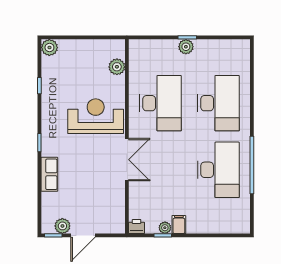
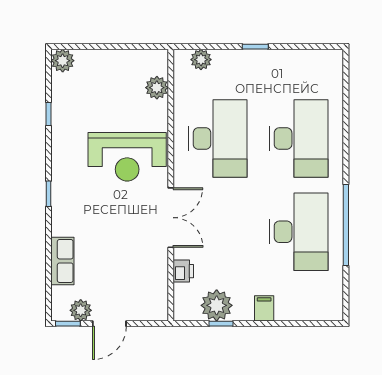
plant: (186, 47) -> (201, 60), moved
reception desk: (96, 116) -> (127, 157), turned 180
row of seats: (49, 174) -> (62, 261), moved
filing cabinet: (179, 225) -> (264, 308), moved
printer: (137, 226) -> (183, 271), moved, turned 90
plant: (165, 228) -> (217, 305), width x1.87, depth x1.87

